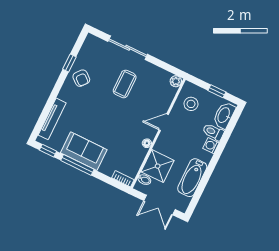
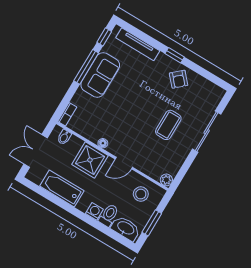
window: (69, 63) -> (175, 55), moved
armchair: (81, 78) -> (179, 79), turned -82
coffee table: (125, 84) -> (168, 125), turned 90
window: (217, 91) -> (152, 223), width x1.50
door: (164, 122) -> (124, 163), swing flipped
shower: (158, 166) -> (90, 160), moved

